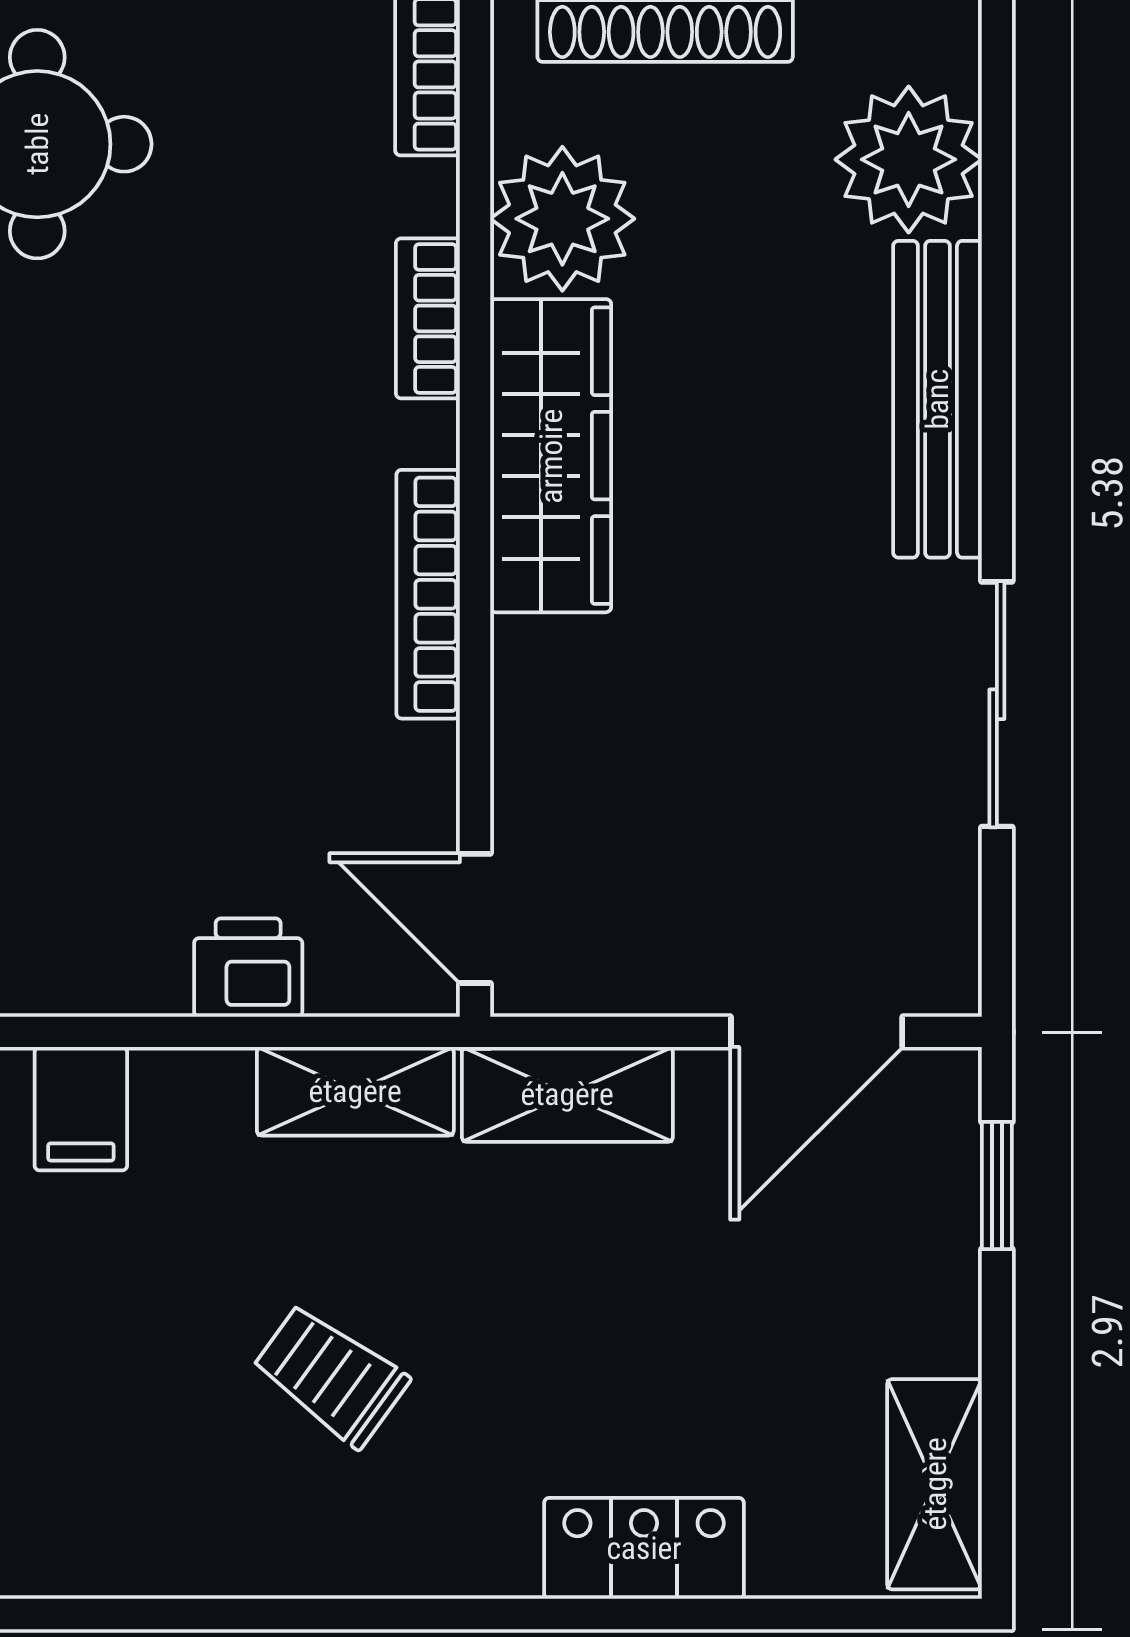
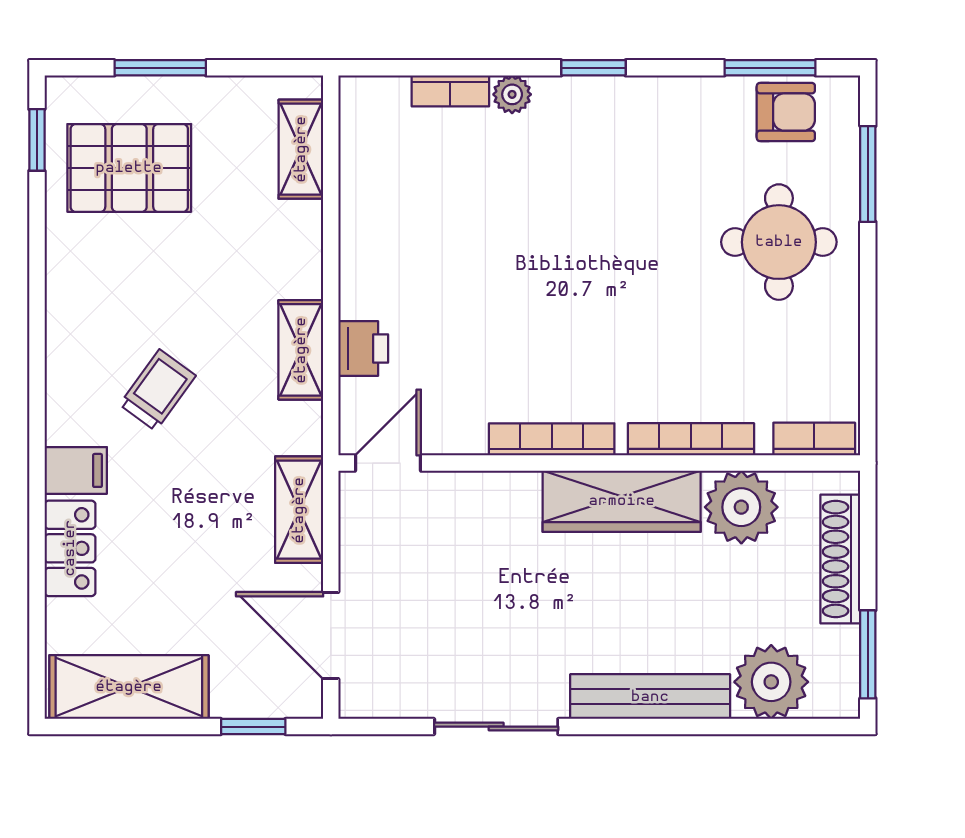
bookcase: (428, 318) -> (691, 439), width x1.56
shelving: (355, 1091) -> (301, 350), moved
filing cabinet: (81, 1109) -> (76, 470), moved, turned 180
shelving: (935, 1484) -> (129, 687), width x1.50, depth x1.33

